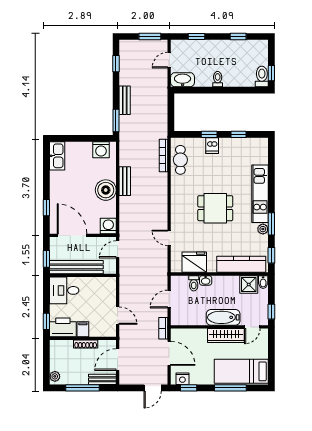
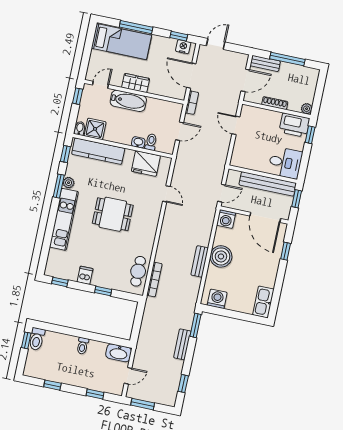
window: (238, 134) -> (60, 282), moved
dishwasher: (212, 146) -> (85, 275), moved
filing cabinet: (83, 329) -> (274, 119), removed
wardrobe: (226, 335) -> (136, 83), width x0.67
plant: (55, 376) -> (307, 109), moved

